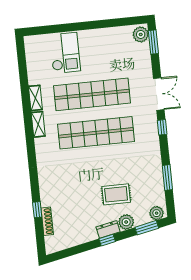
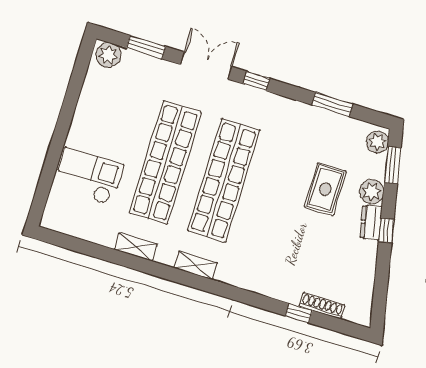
window: (153, 42) -> (146, 47), moved
shelving: (38, 124) -> (196, 265), moved

